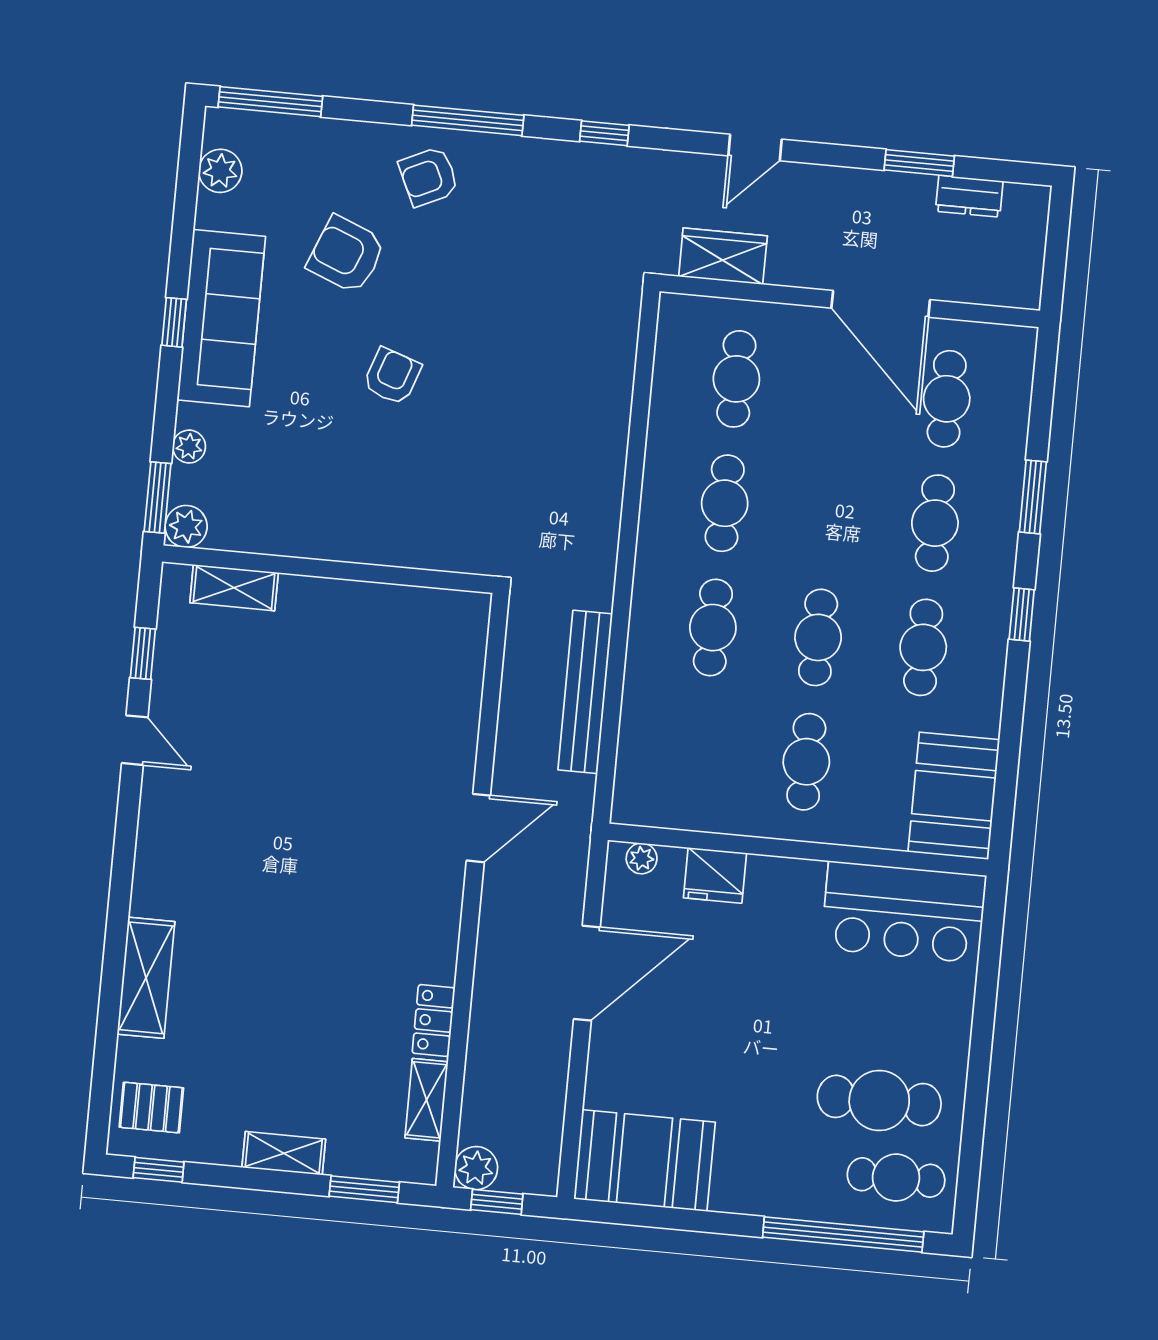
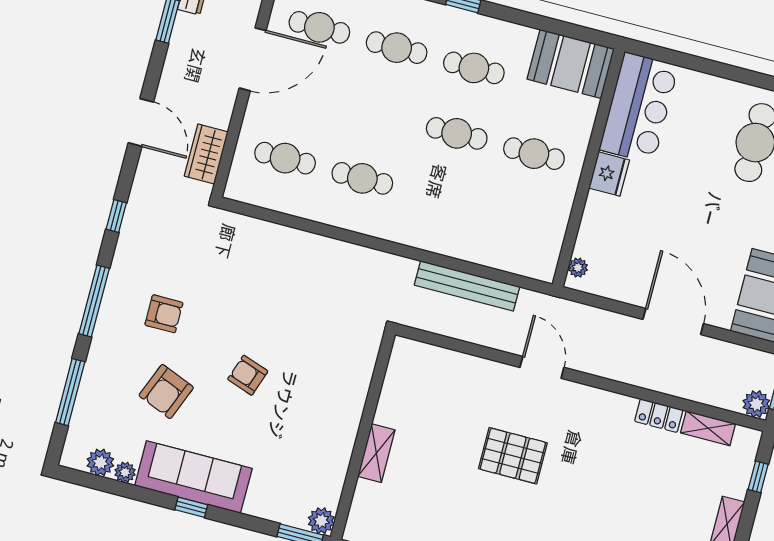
window: (270, 102) -> (70, 392), moved
door: (755, 147) -> (141, 122), width x1.38
armchair: (429, 177) -> (164, 314), moved, turned -65
plant: (189, 447) -> (125, 472), moved
shelving: (234, 588) -> (376, 453), moved
cafe table: (713, 628) -> (440, 199), removed
pallet: (335, 806) -> (513, 456), added
fridge: (715, 875) -> (609, 174), moved
door: (587, 973) -> (673, 321), moved
window: (364, 1189) -> (758, 477), width x0.67

